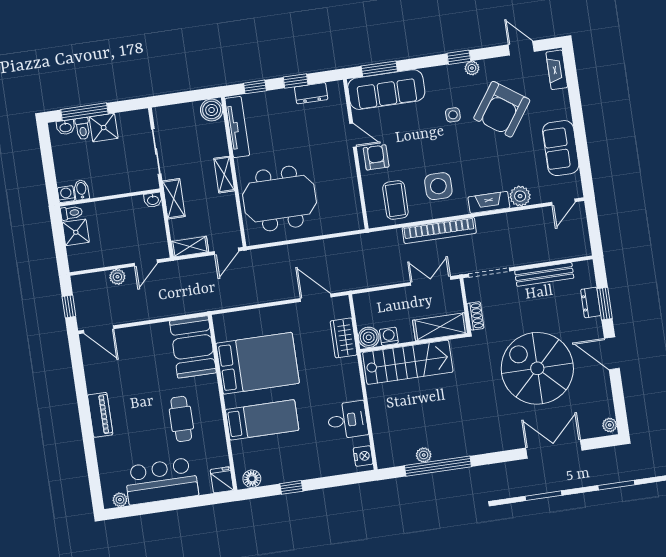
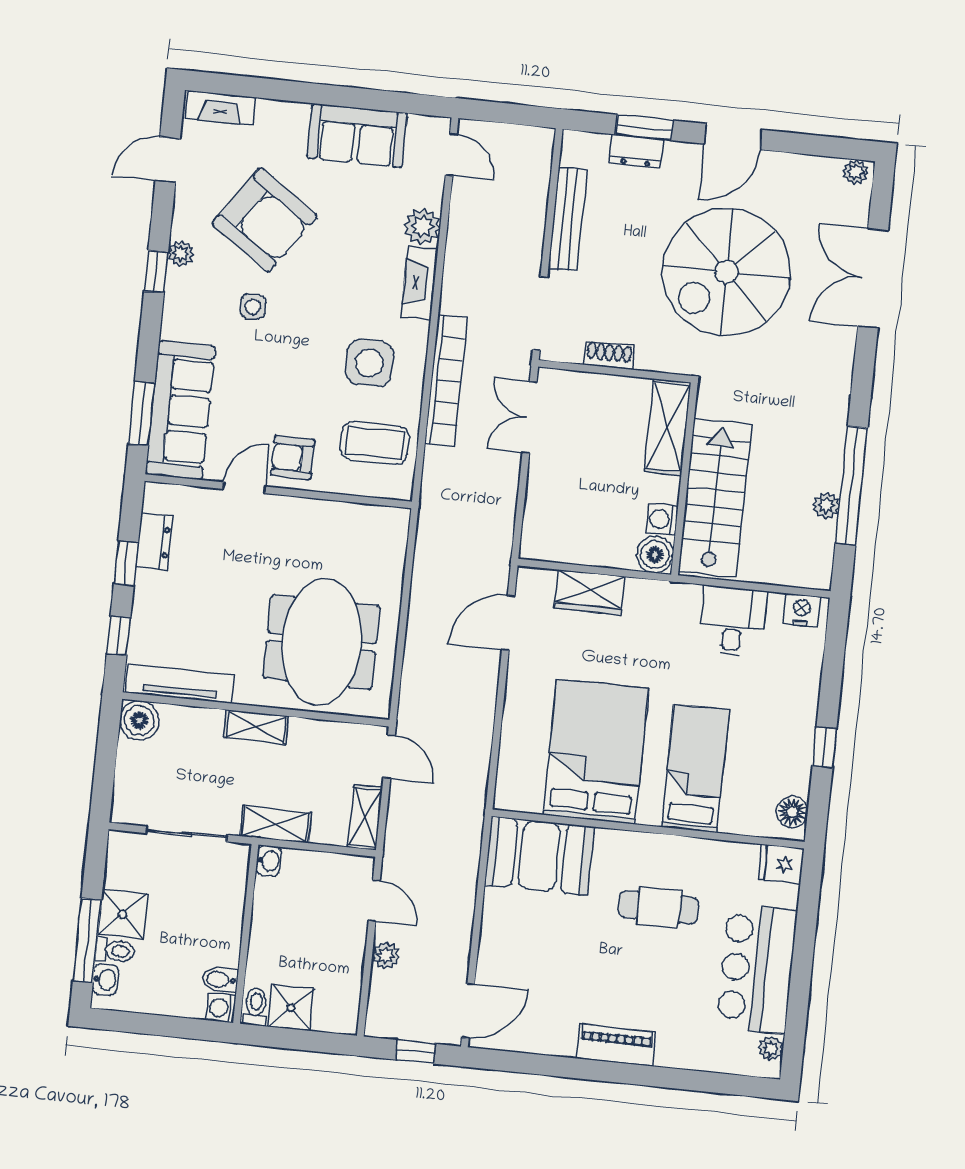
shelving: (440, 327) -> (668, 427), moved
washing machine: (389, 336) -> (662, 519), moved
boiler: (369, 337) -> (655, 555), moved
wall: (414, 343) -> (684, 479), moved
stairs: (408, 362) -> (715, 498), moved

